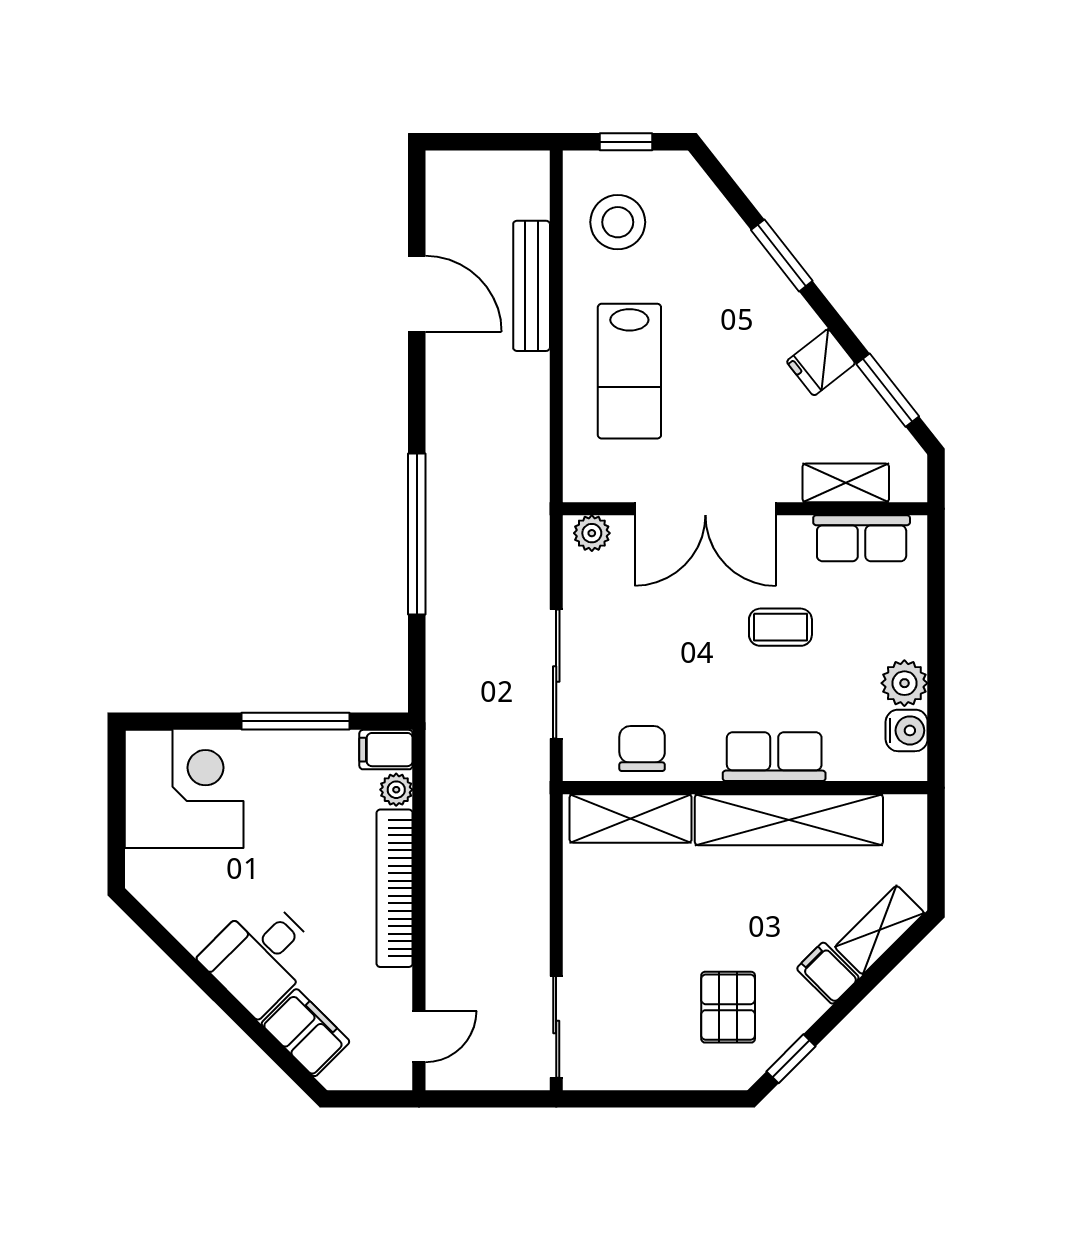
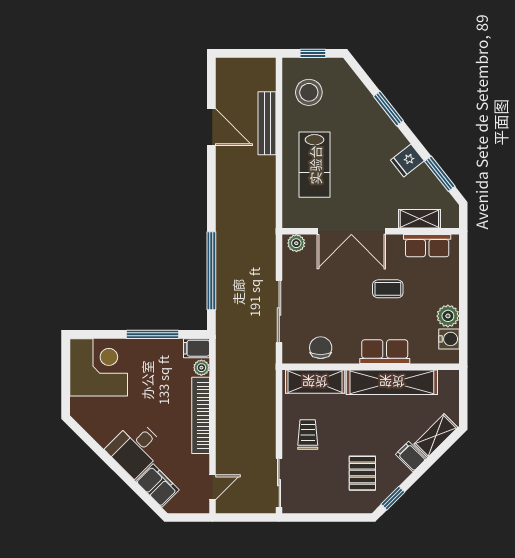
window: (417, 534) -> (211, 271), moved
trolley: (615, 928) -> (308, 435), added

